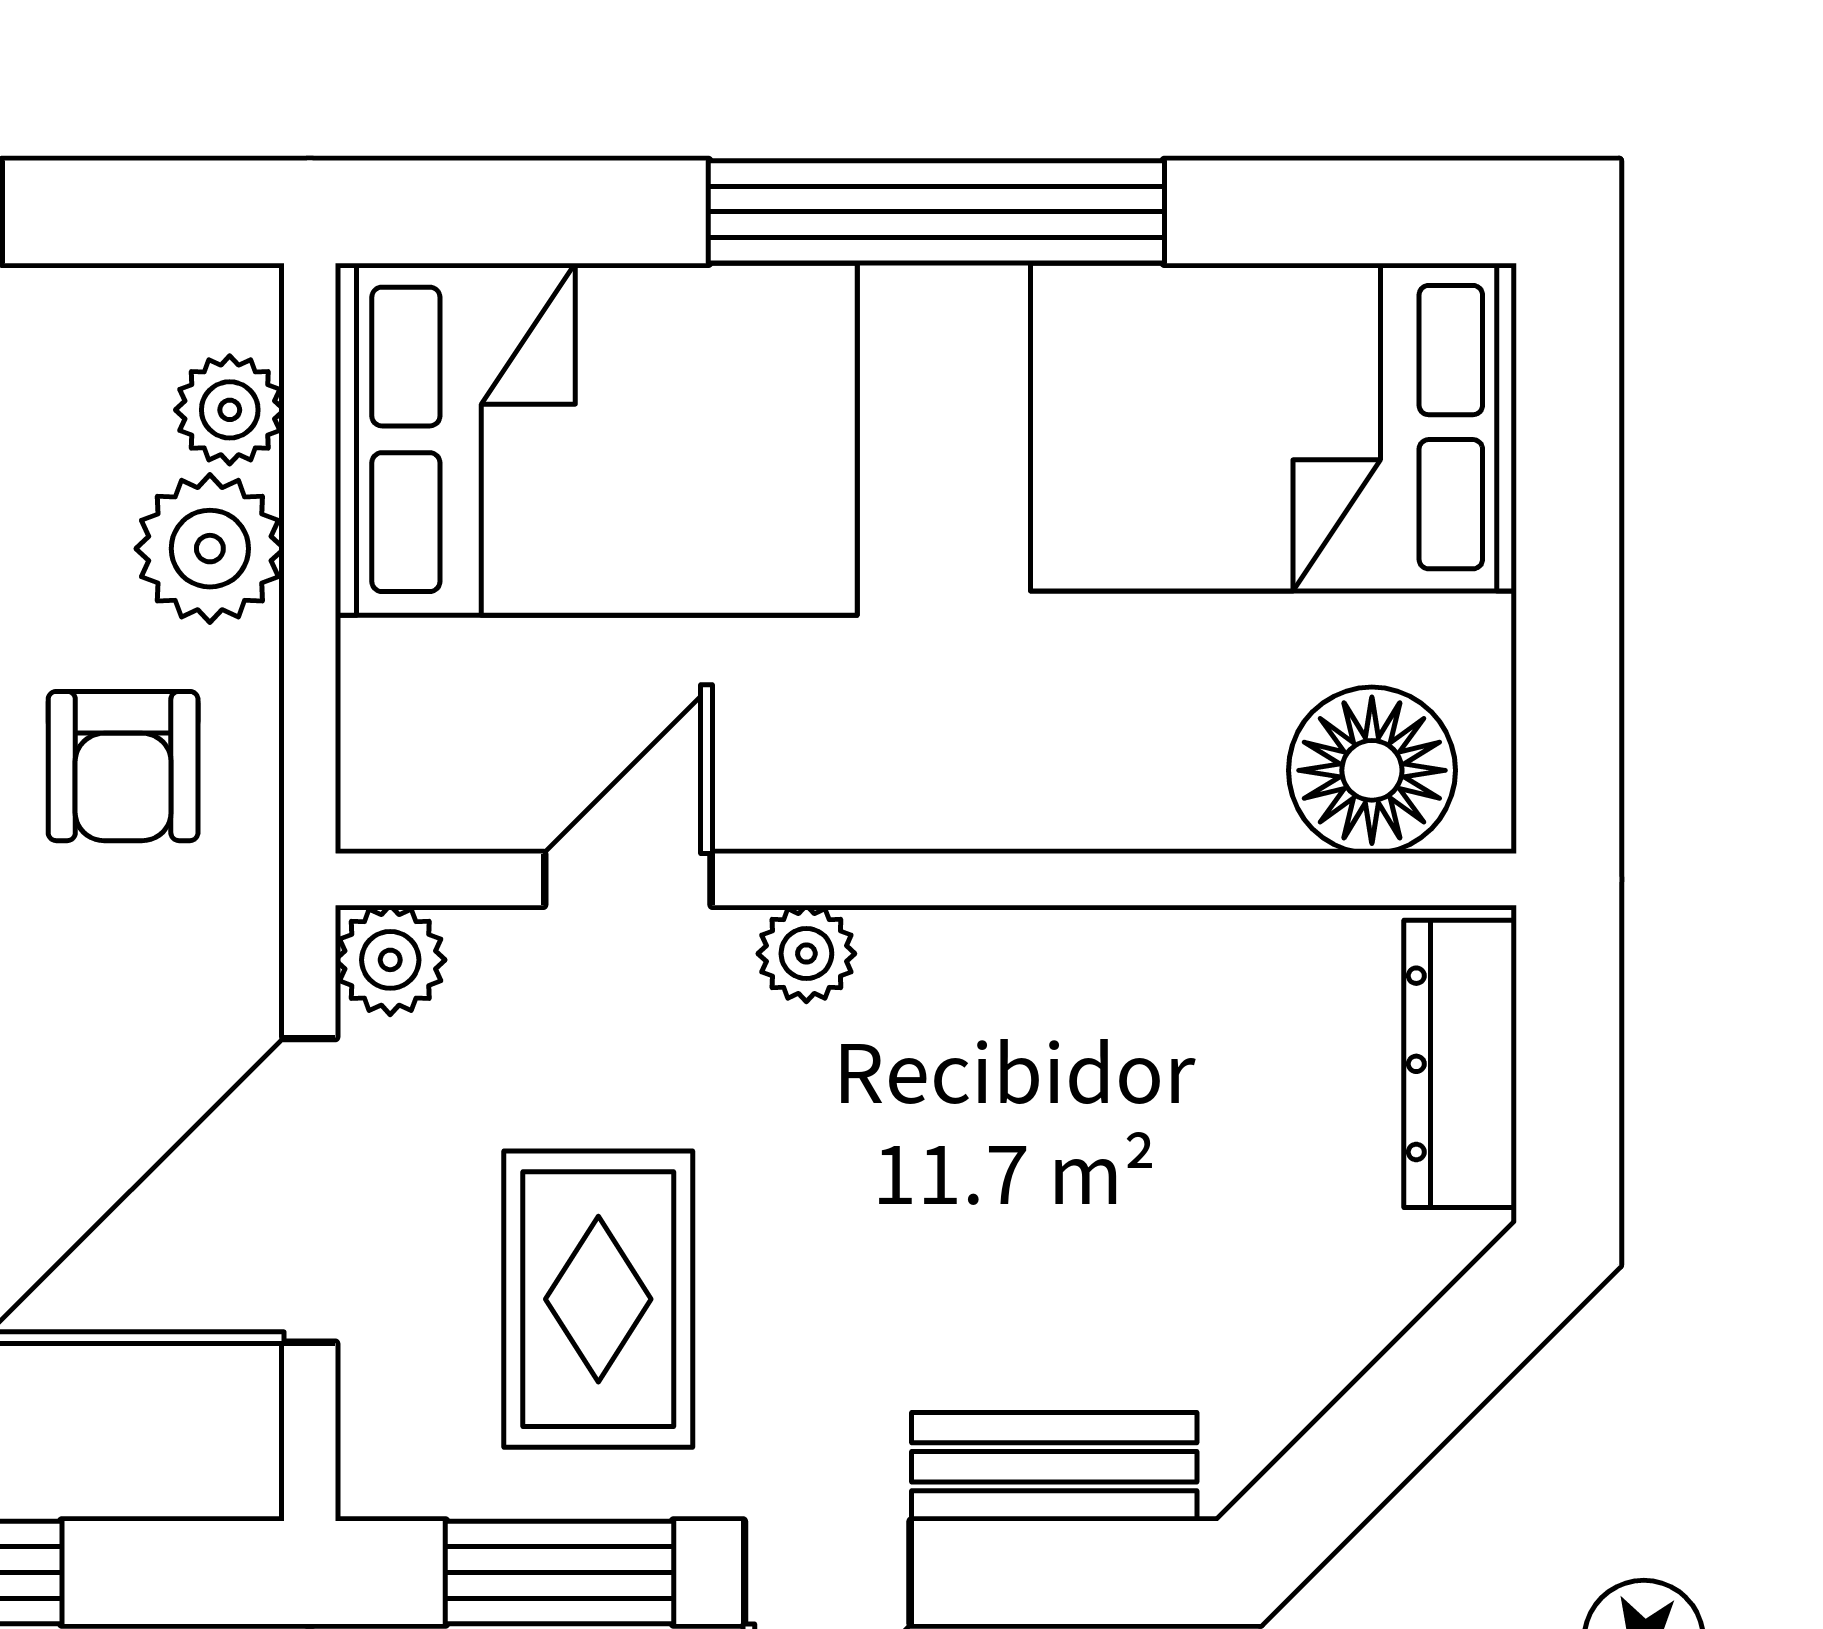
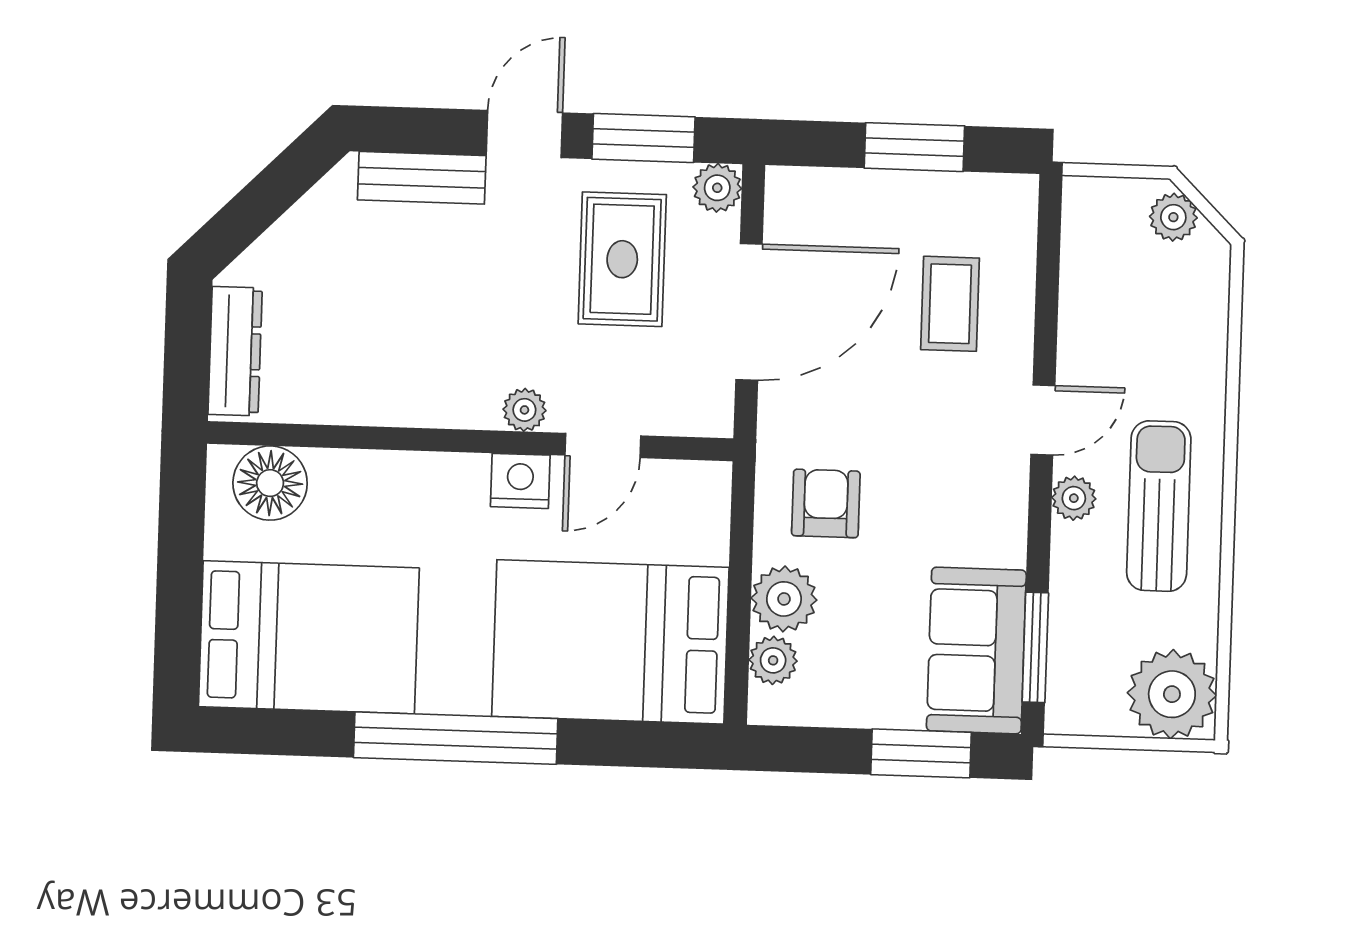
nightstand: (811, 794) -> (520, 481), added
plant: (390, 960) -> (717, 188), moved

